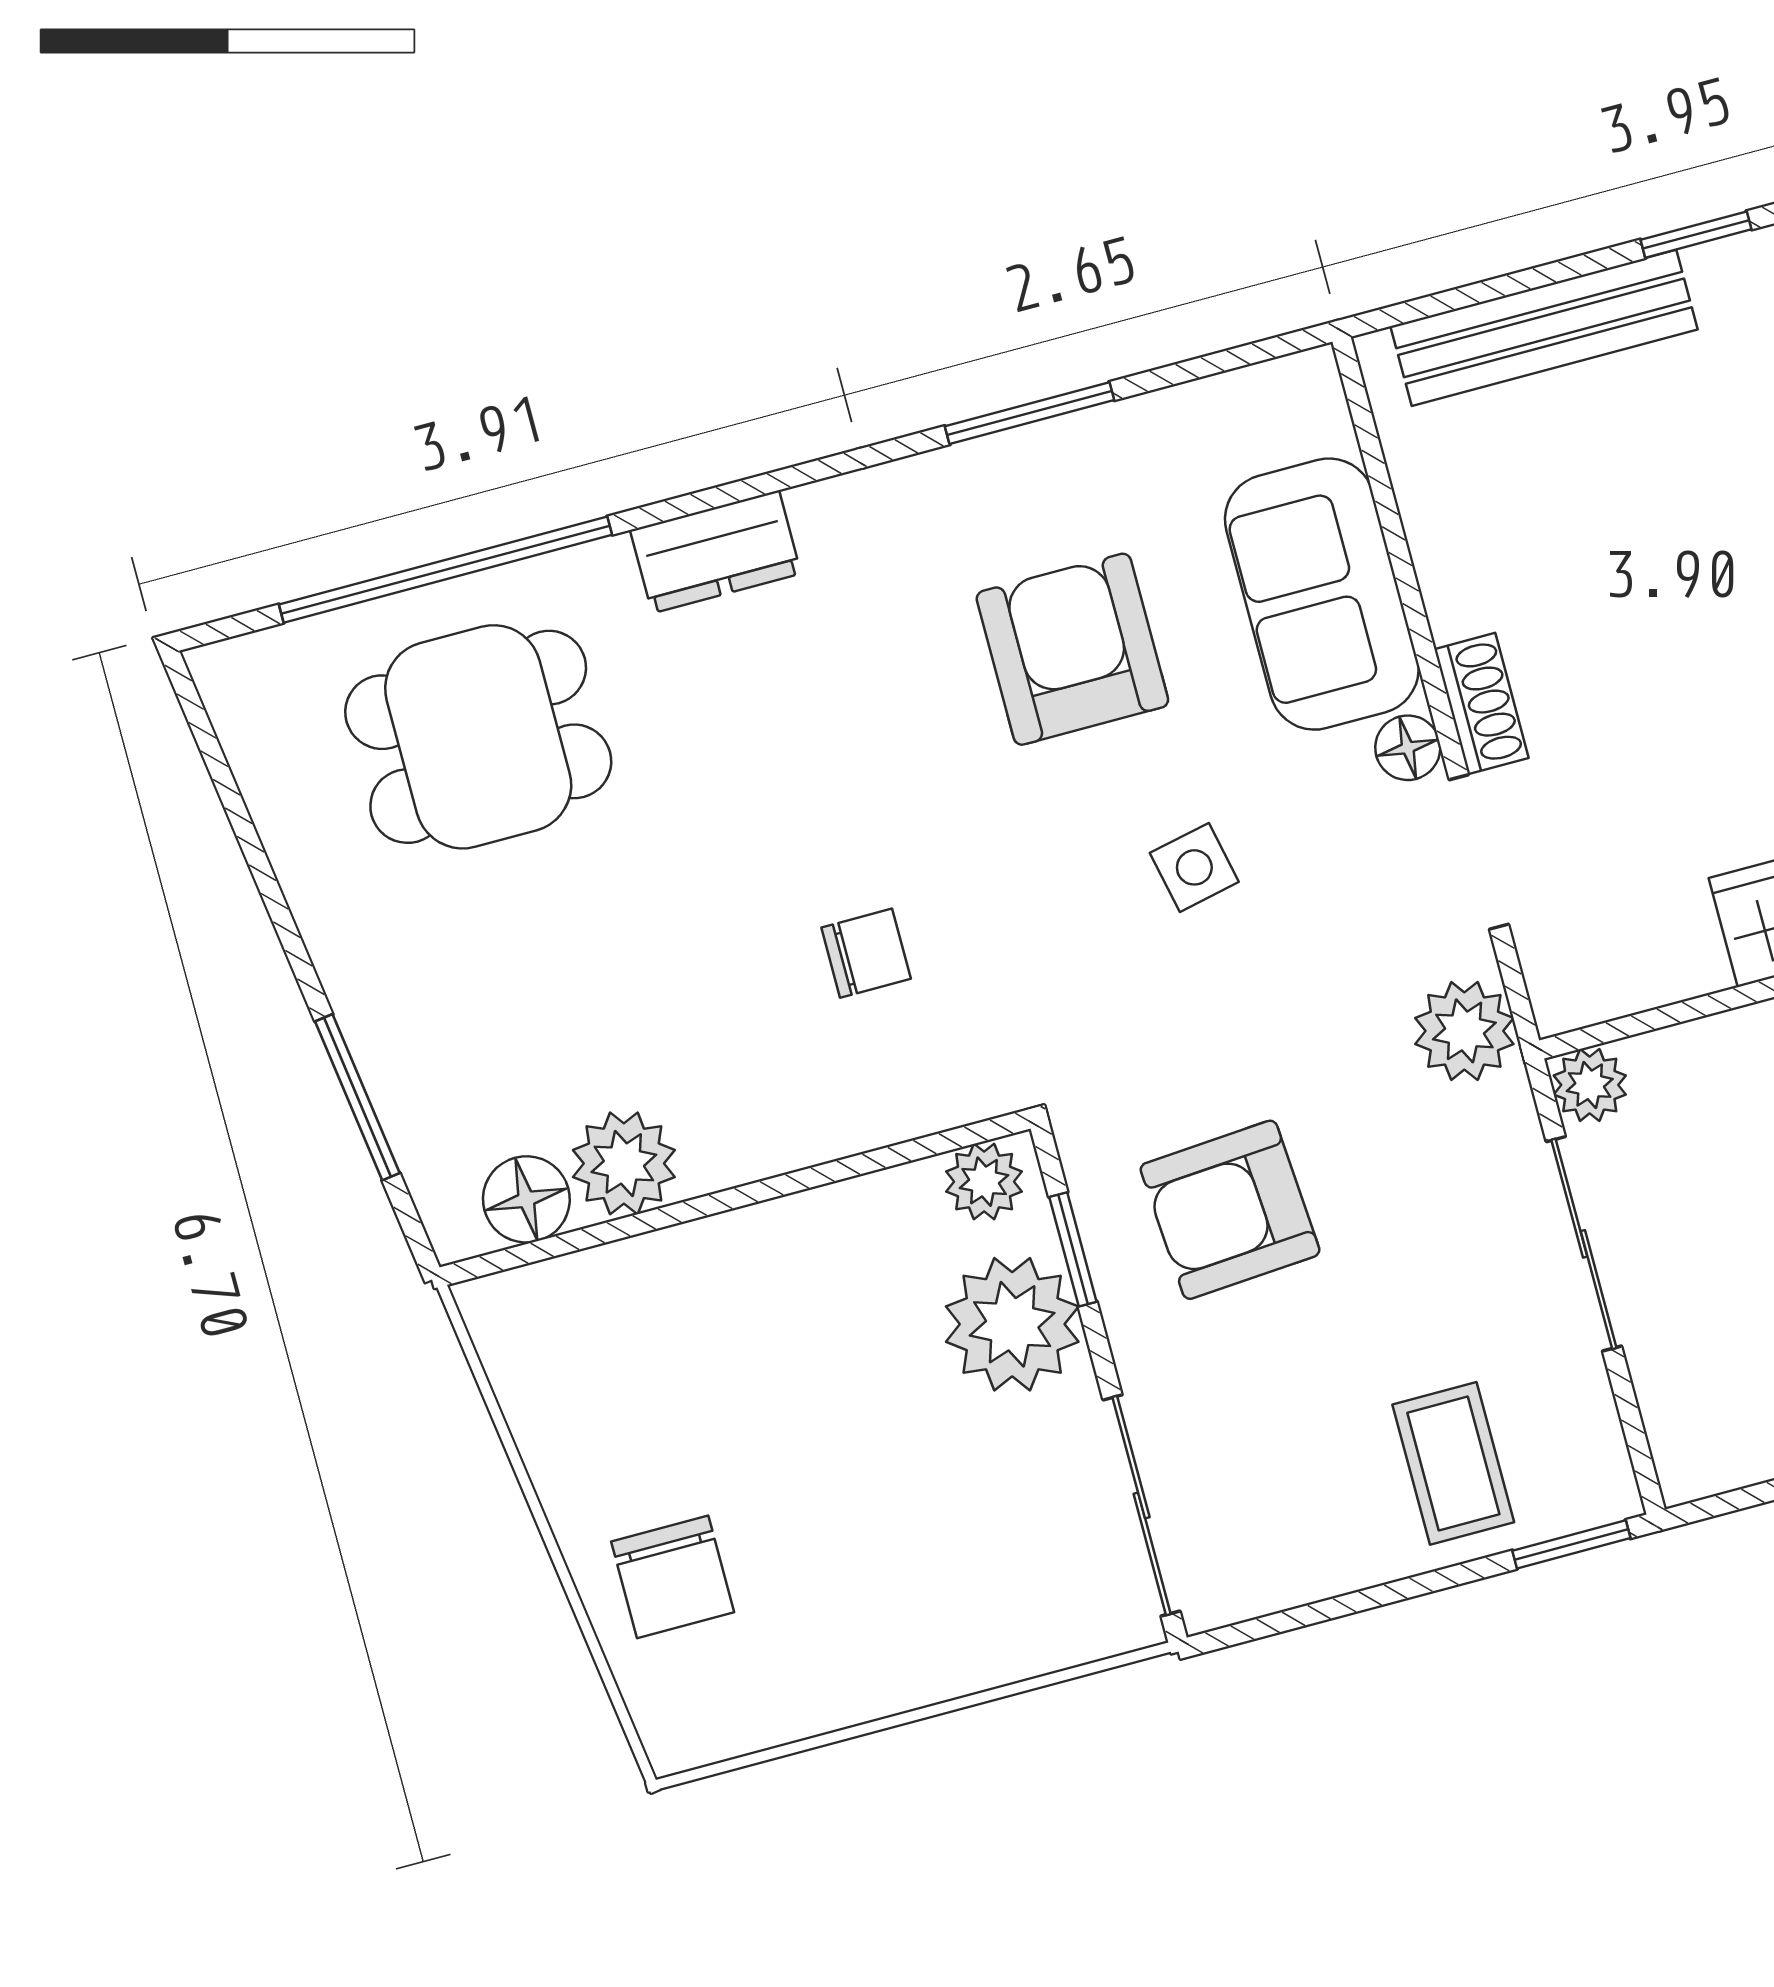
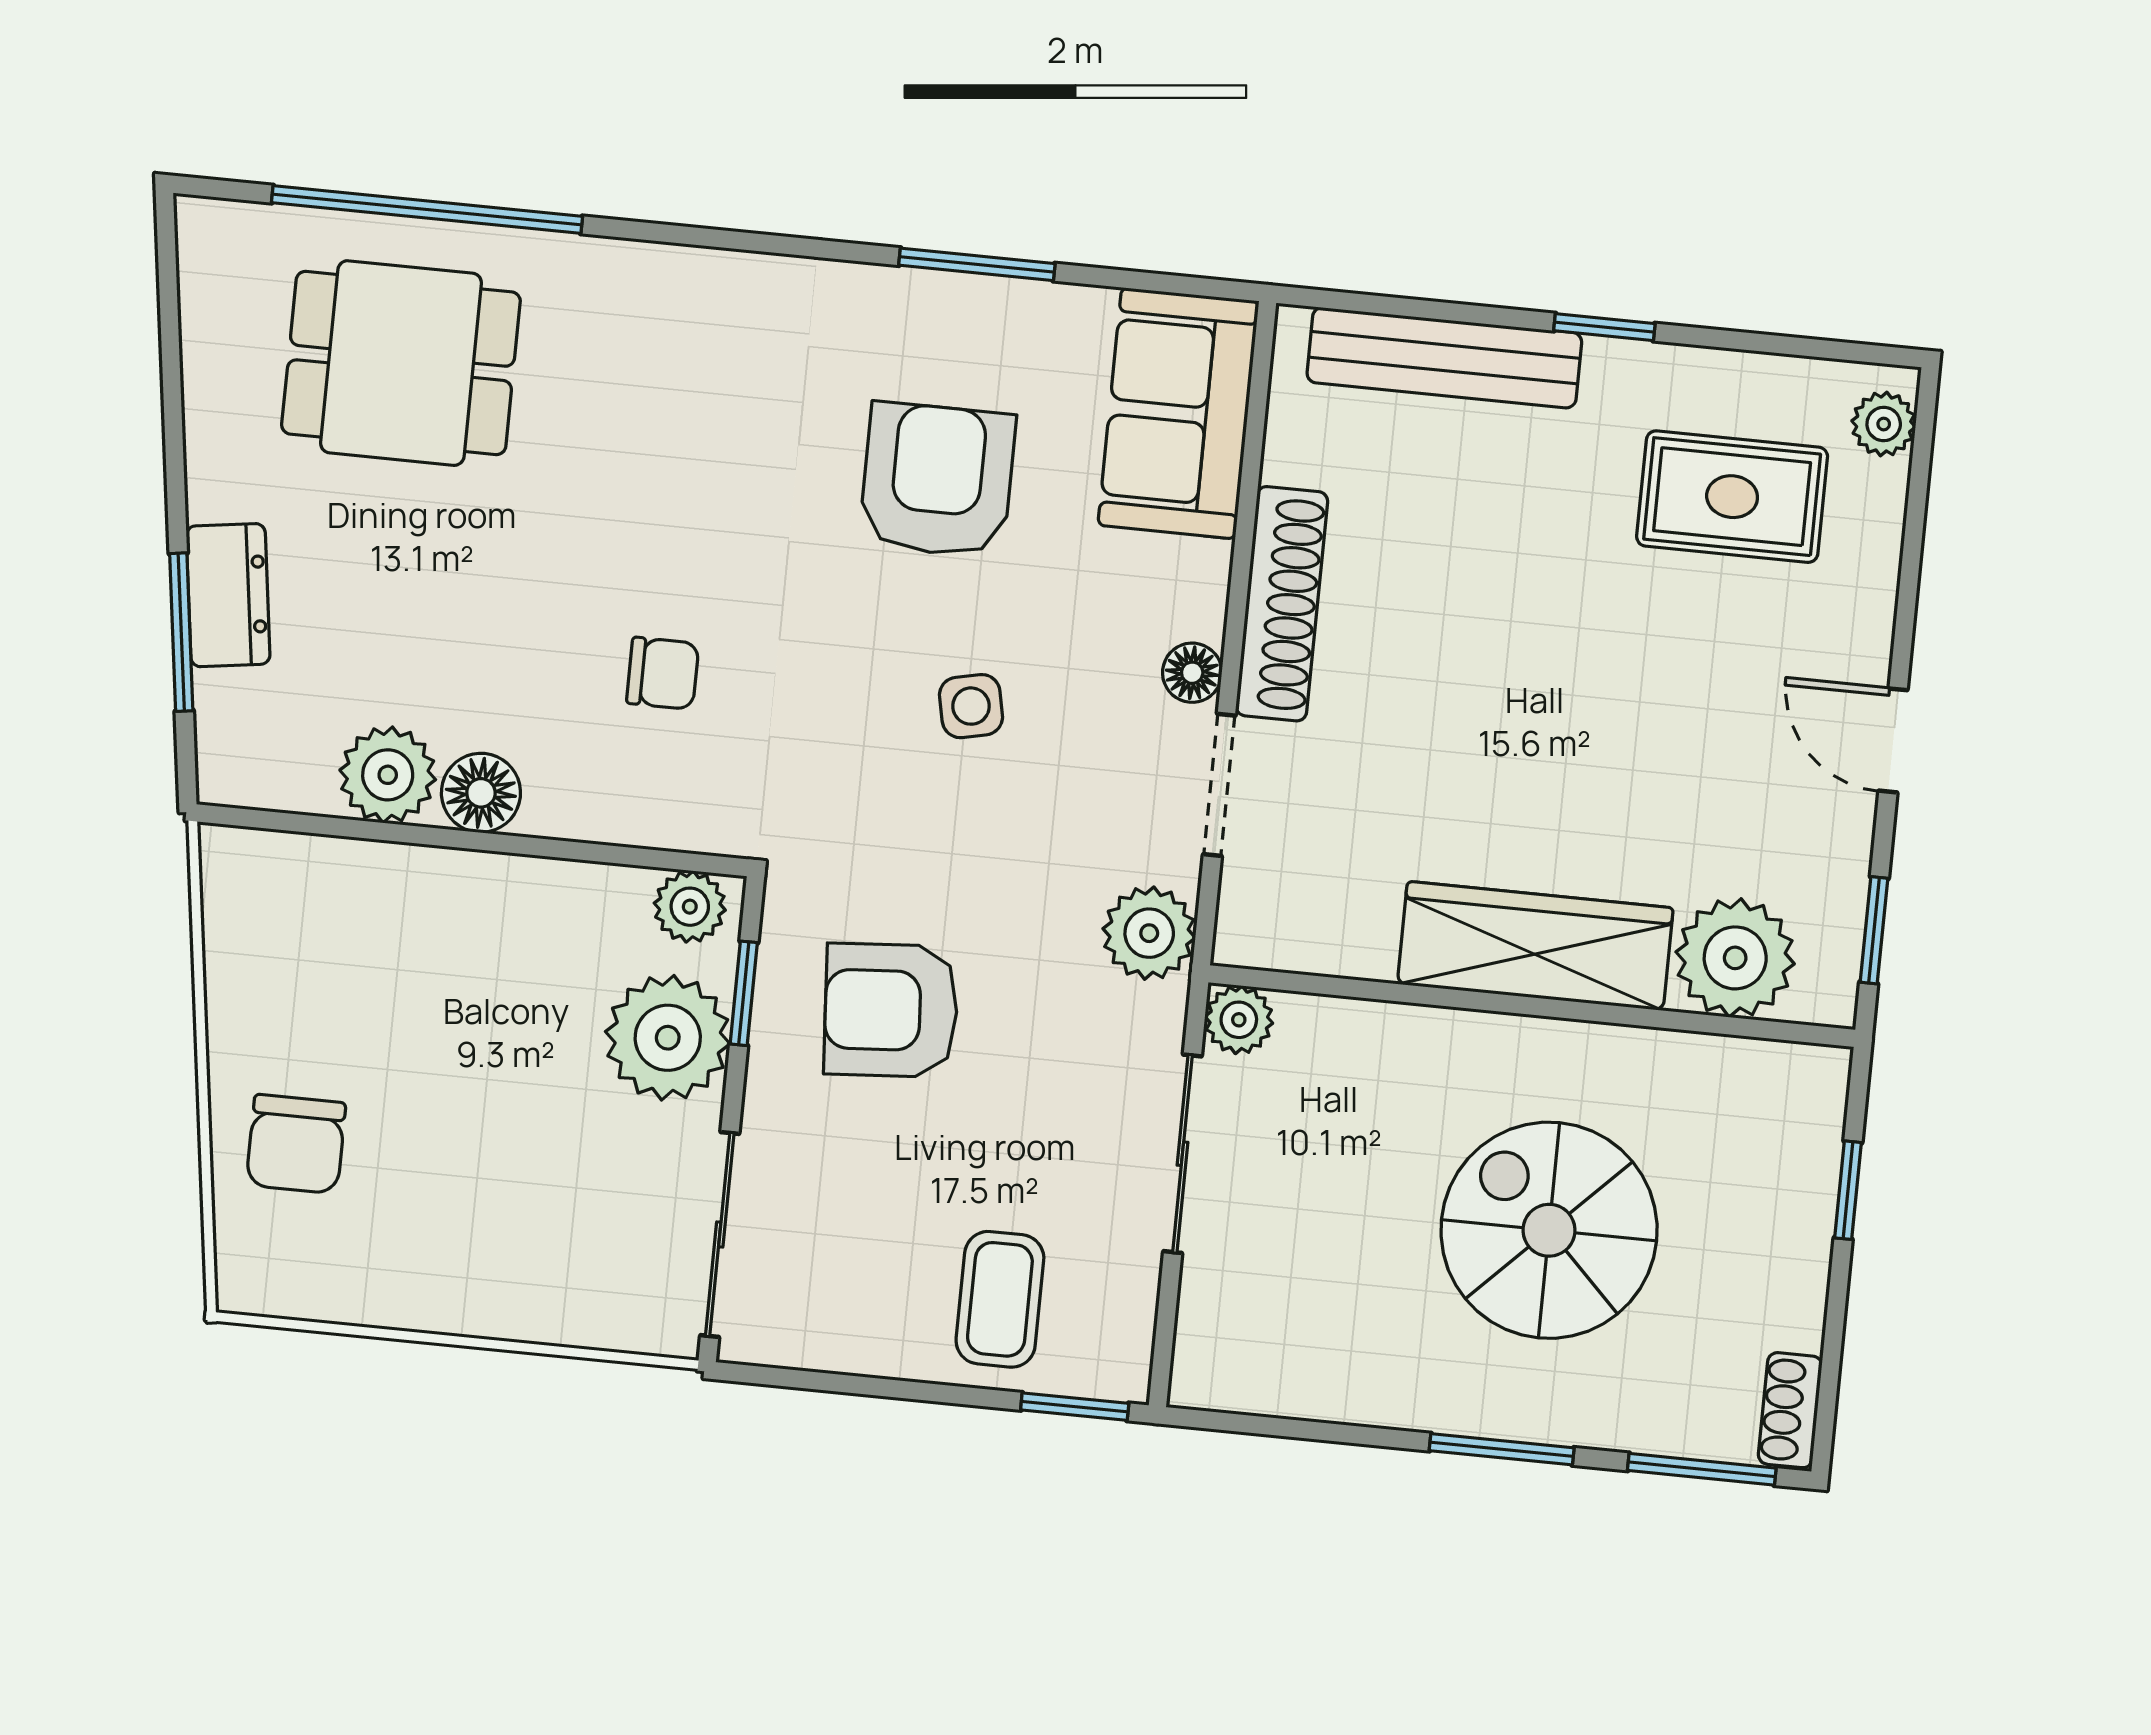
dresser: (716, 552) -> (228, 595), moved, turned -98
sofa: (1322, 594) -> (1178, 413), moved
shoe rack: (1481, 704) -> (1282, 604), width x1.94, depth x1.24
floor lamp: (526, 1199) -> (481, 793), moved

